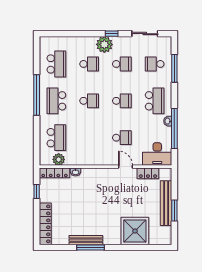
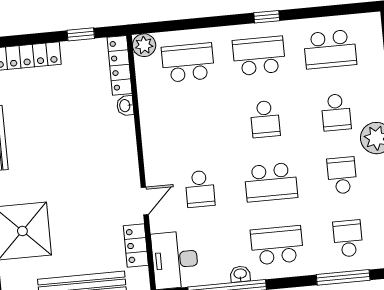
school desk: (122, 64) -> (342, 175), turned 180
window: (37, 95) -> (267, 17), width x0.32
school desk: (122, 101) -> (271, 182), width x1.85
school desk: (155, 101) -> (277, 245), turned 180
school desk: (56, 138) -> (188, 63), turned 180
plant: (59, 159) -> (144, 45), moved

